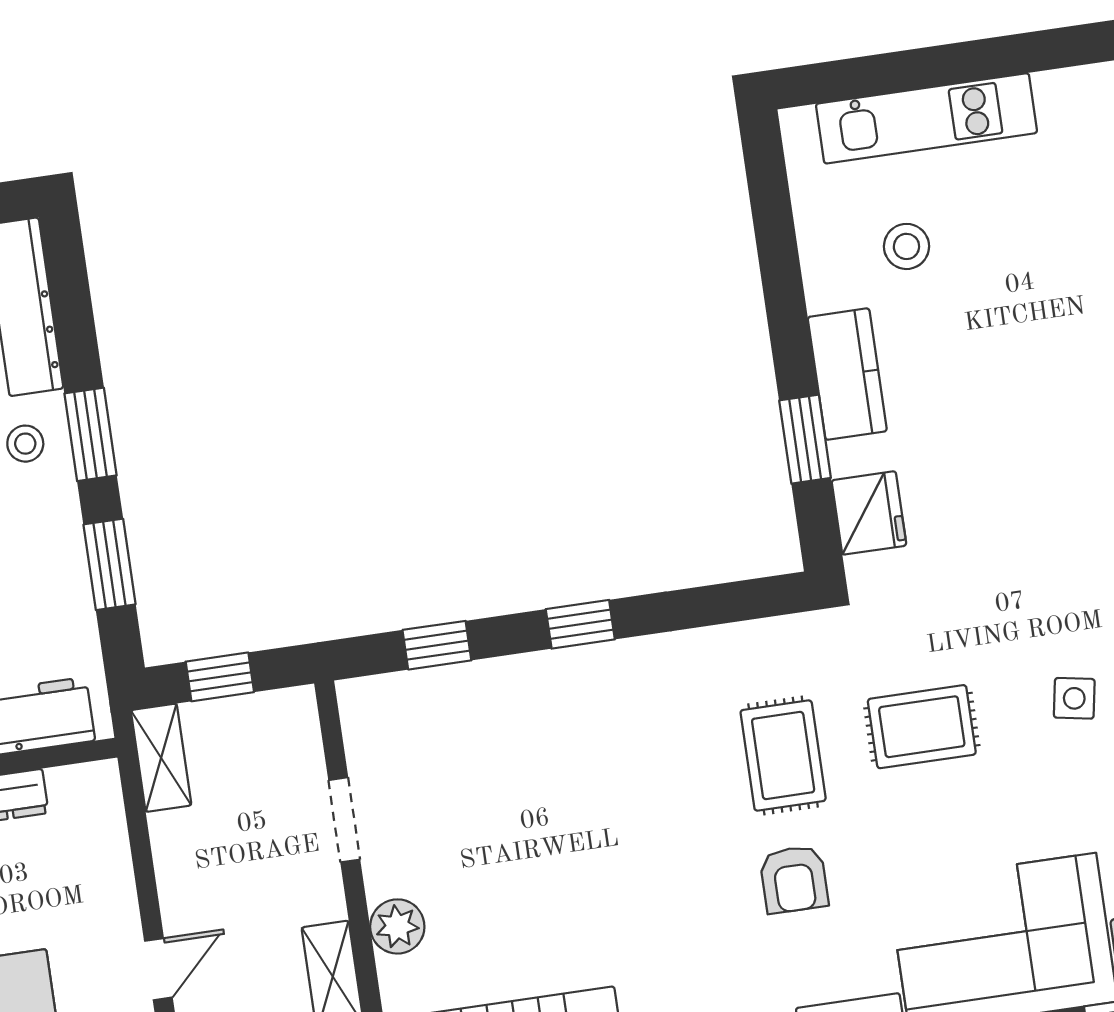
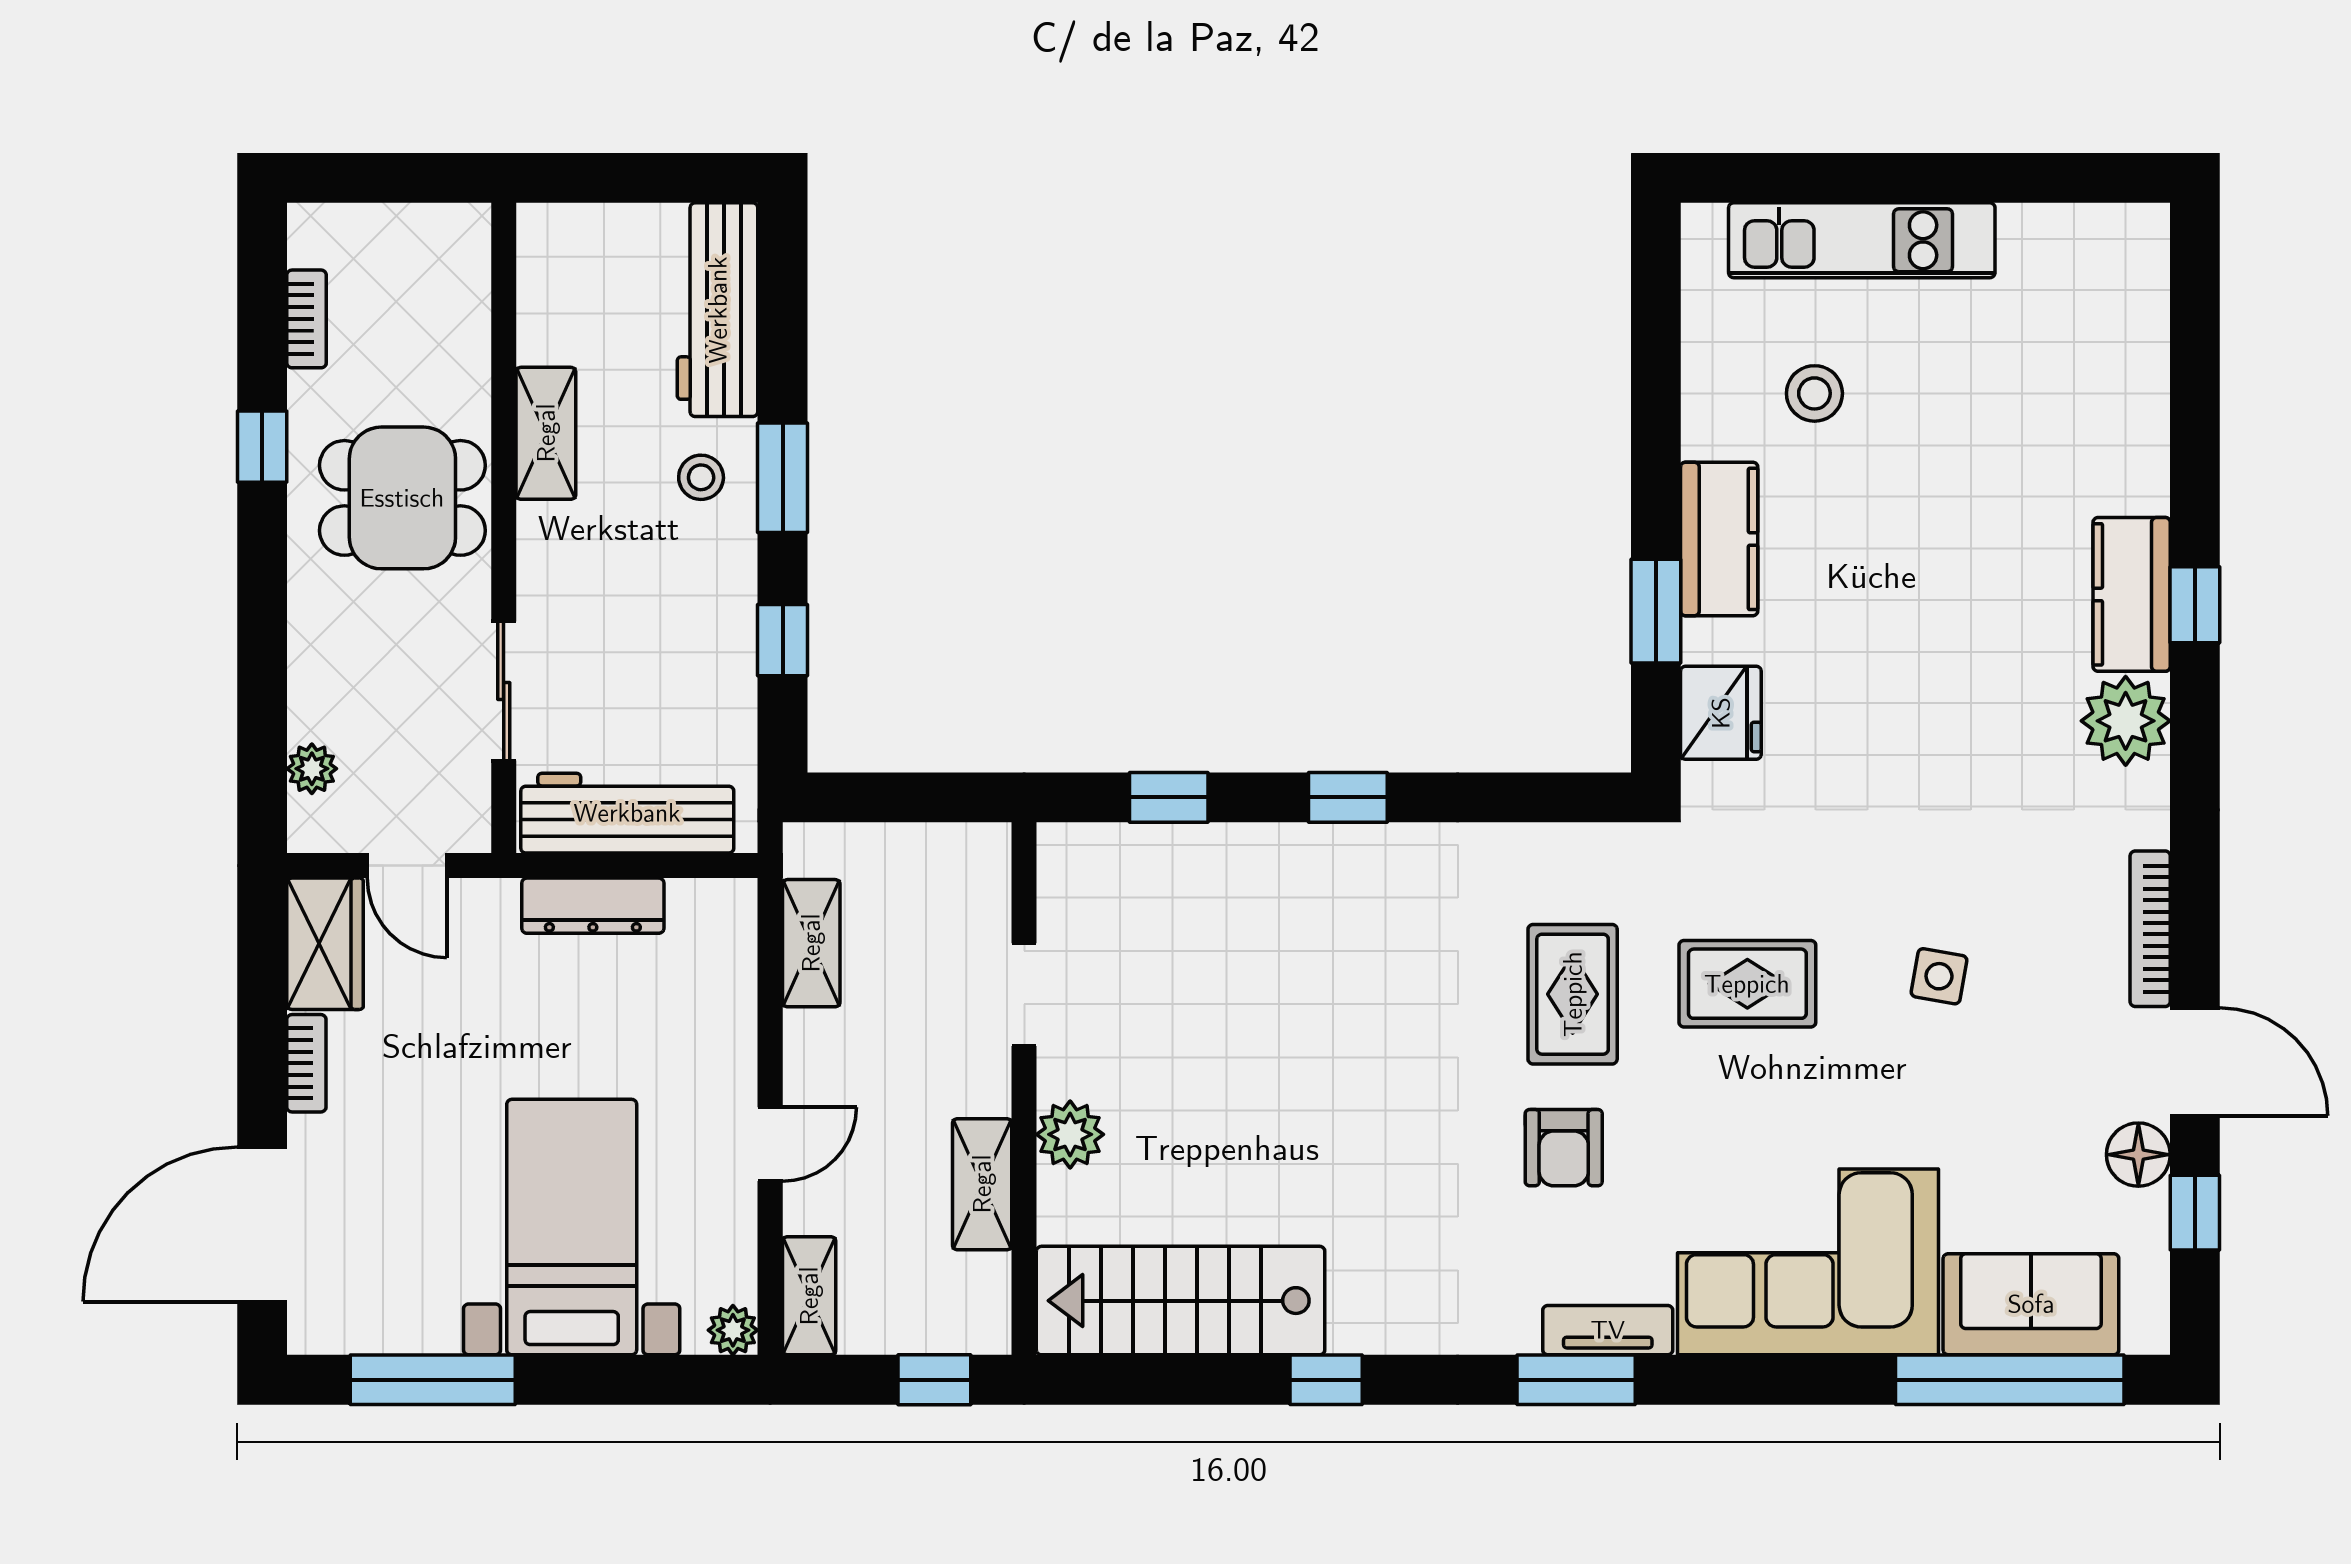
window: (109, 564) -> (783, 640), width x0.67
window: (220, 677) -> (897, 797), removed
shelving: (161, 758) -> (811, 943), moved

